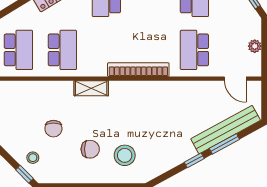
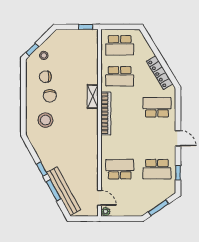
plant: (255, 46) -> (106, 212), moved
bookcase: (138, 70) -> (106, 113), moved
door: (235, 79) -> (100, 198), swing flipped
chair: (53, 129) -> (45, 77), moved

